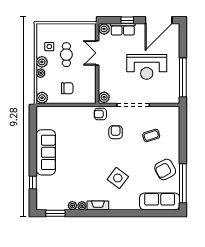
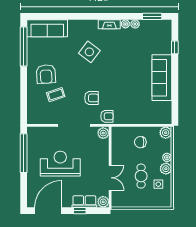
armchair: (116, 132) -> (92, 98), turned -90
armchair: (165, 169) -> (46, 74), moved, turned 114

